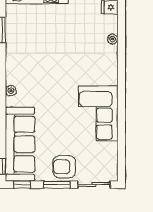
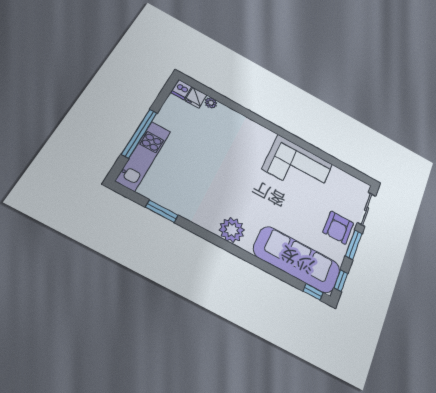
plant: (112, 39) -> (211, 103), moved
plant: (11, 91) -> (232, 230), width x1.87, depth x1.87

